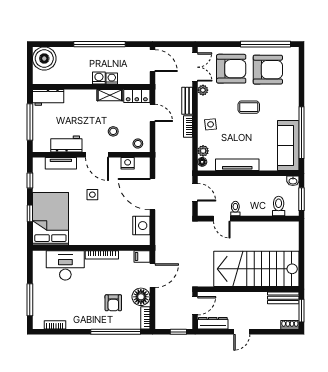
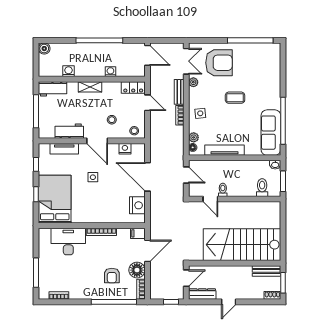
boiler: (44, 58) -> (44, 49), width x0.54, depth x0.54
armchair: (268, 70) -> (252, 64), removed
washing machine: (99, 78) -> (68, 71), moved
shelving: (110, 95) -> (90, 87), moved

